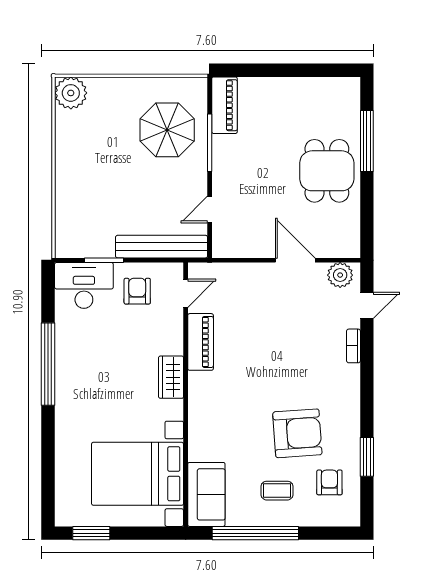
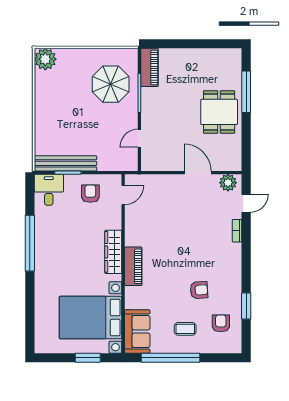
bench: (162, 247) -> (66, 163), moved
desk: (84, 285) -> (49, 190), width x0.73
piano: (201, 342) -> (133, 266), moved
wardrobe: (171, 377) -> (113, 252), width x1.50
armchair: (297, 433) -> (199, 290), width x0.53, depth x0.53
window: (91, 533) -> (88, 358), moved

